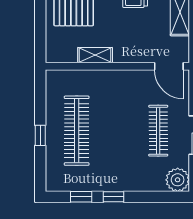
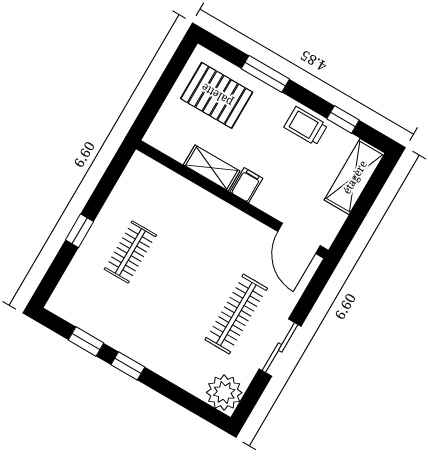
filing cabinet: (121, 53) -> (246, 185), added
clothes rail: (77, 131) -> (130, 252), width x0.54, depth x0.76

